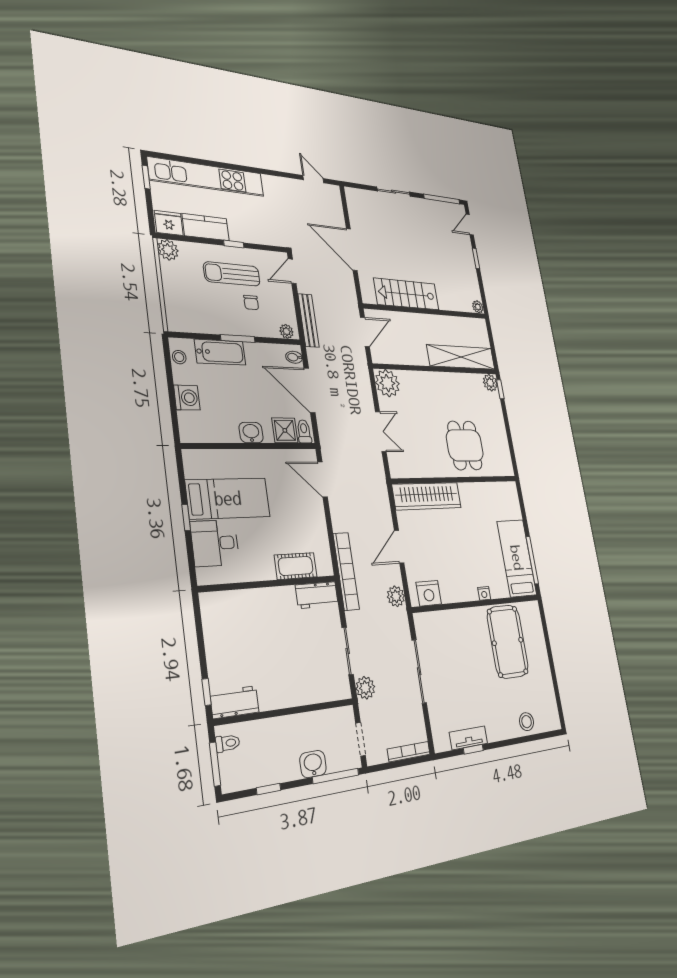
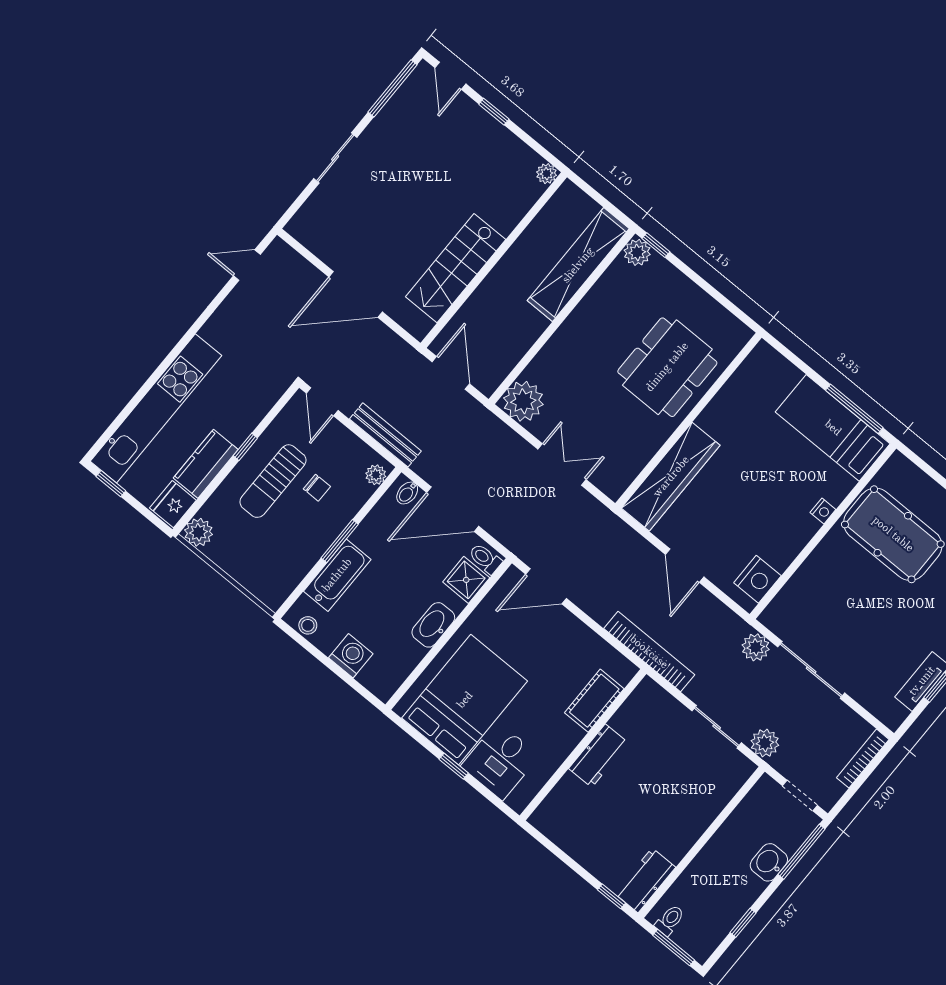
washbasin: (251, 433) -> (433, 625), width x1.38
dining table: (465, 445) -> (667, 367), width x1.38
bed: (228, 498) -> (465, 700), width x1.50
workbench: (317, 595) -> (598, 756), moved
plant: (396, 596) -> (756, 647), moved

